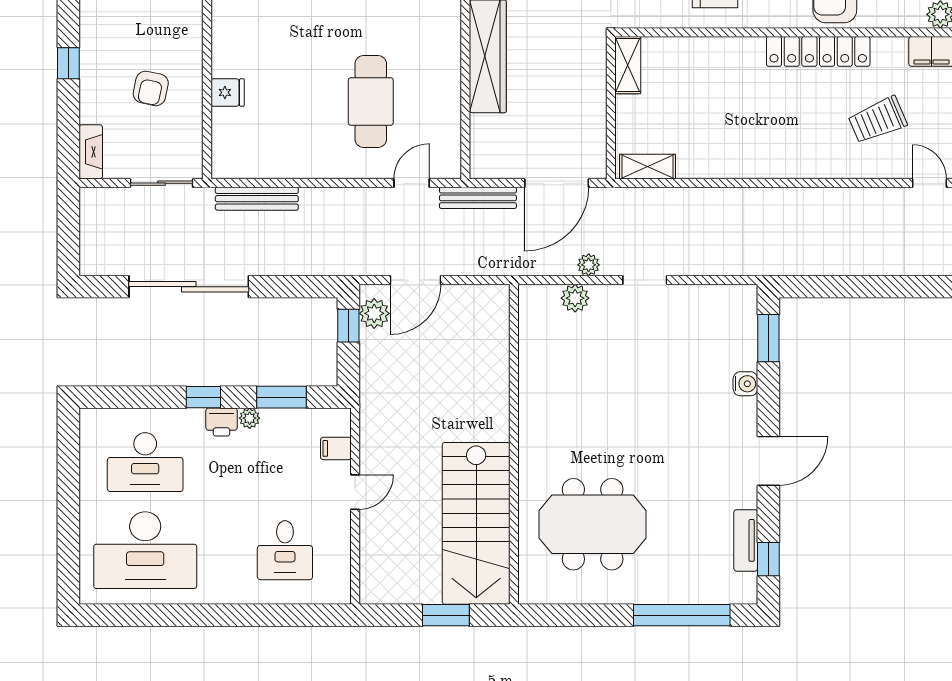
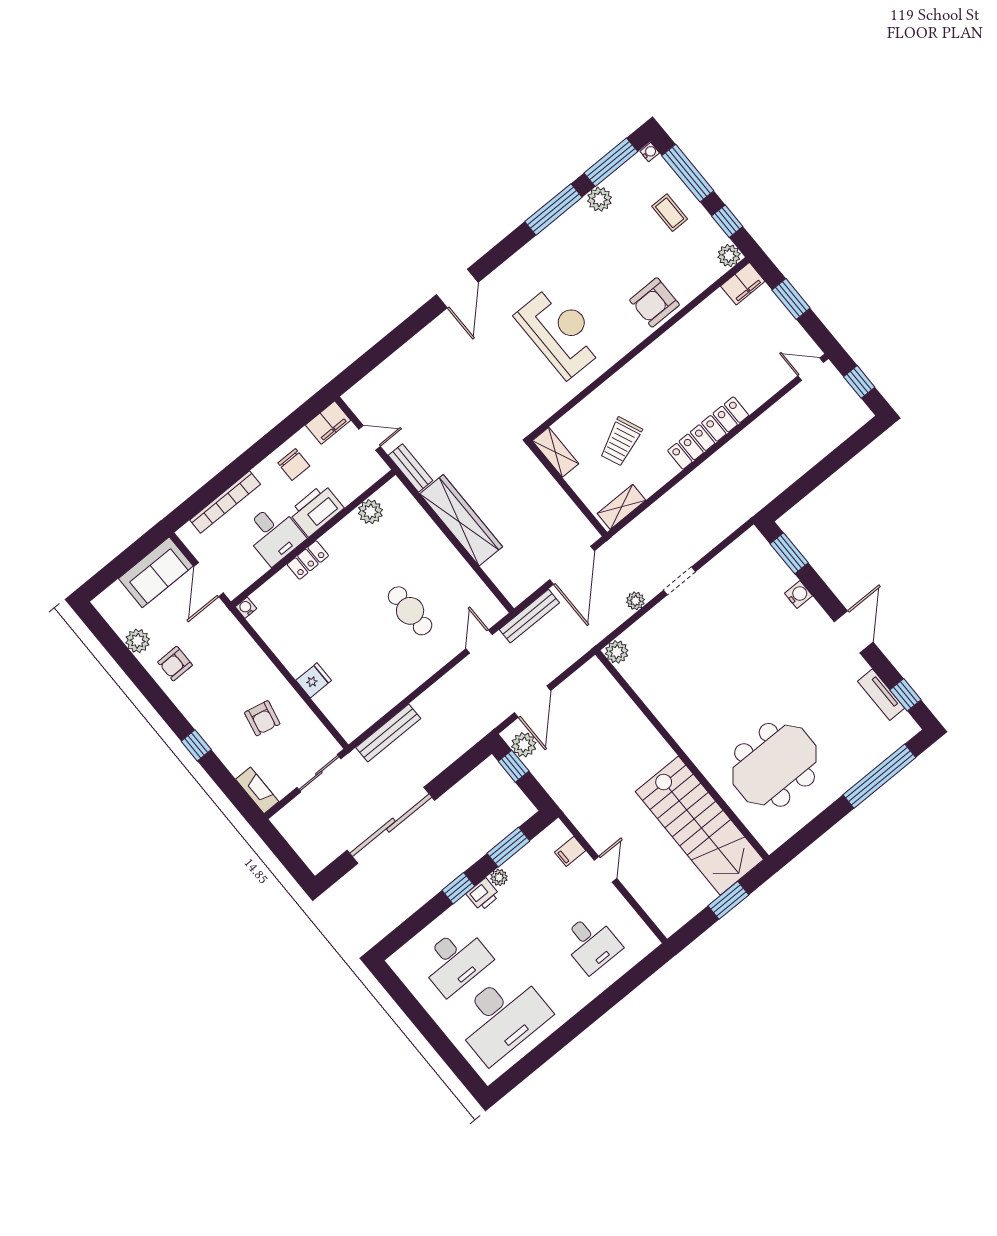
locker: (818, 51) -> (708, 433), moved, turned 180
cafe table: (371, 102) -> (410, 611), width x0.73, depth x0.74
trolley: (878, 120) -> (621, 442), moved
plant: (575, 298) -> (617, 652), moved

